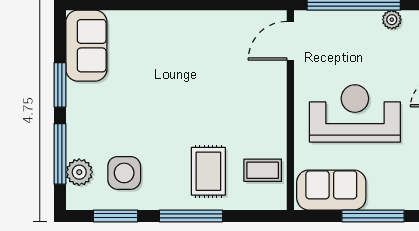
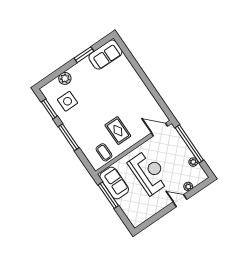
window: (60, 154) -> (58, 72), removed
rug: (208, 171) -> (118, 131), moved, turned 90
plant: (79, 172) -> (65, 78), moved
window: (373, 216) -> (108, 195), moved

